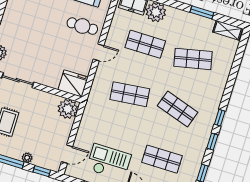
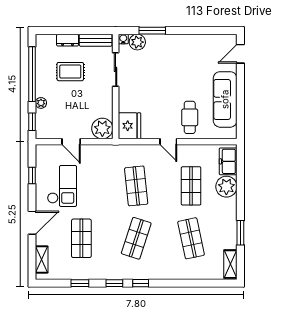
door: (67, 154) -> (71, 142), moved

